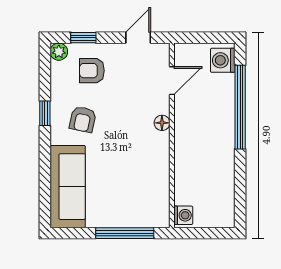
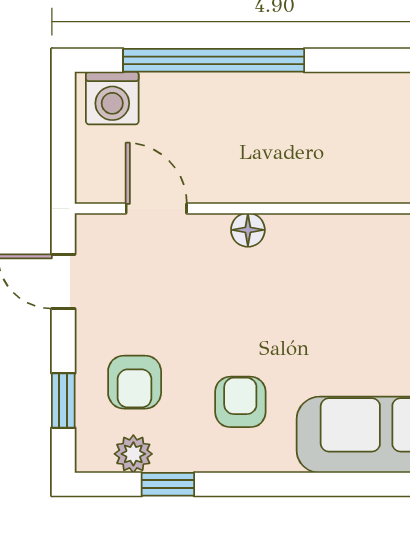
plant: (59, 52) -> (133, 454), moved
window: (45, 113) -> (168, 484), moved
armchair: (83, 119) -> (240, 402), turned -102

